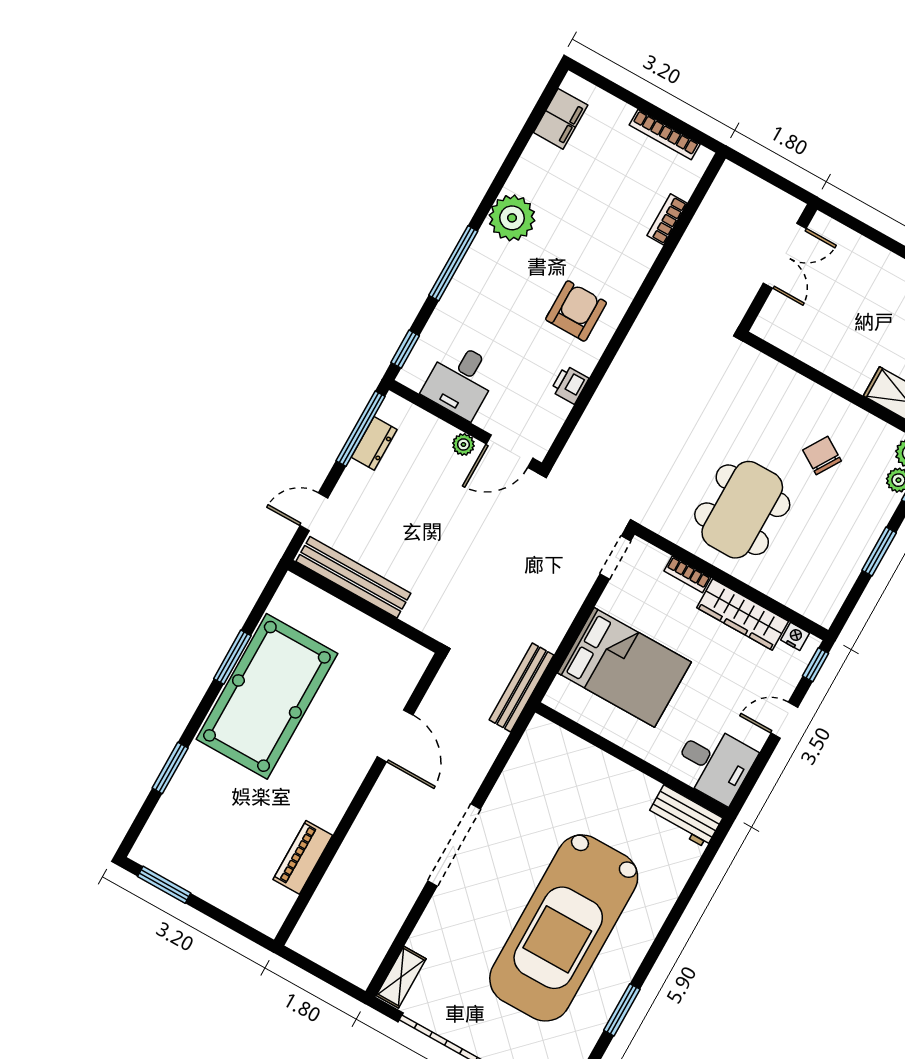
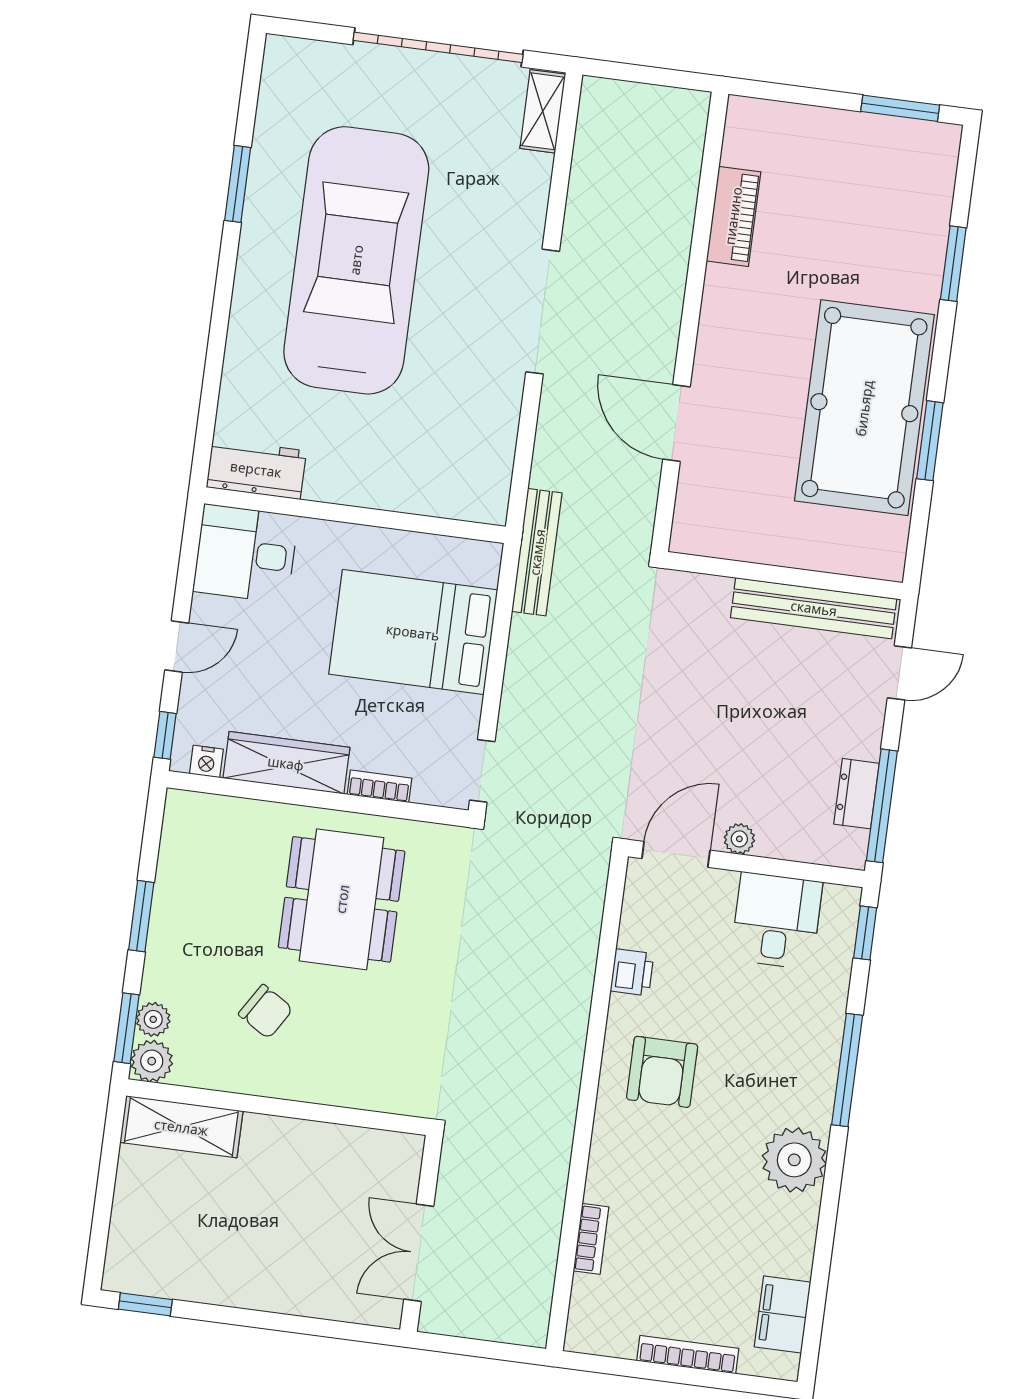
bookcase: (665, 135) -> (688, 1355), moved

